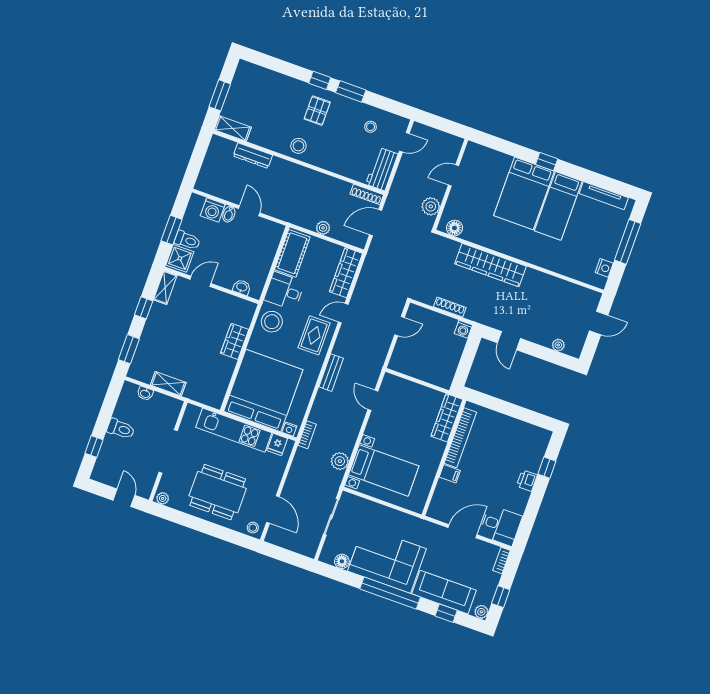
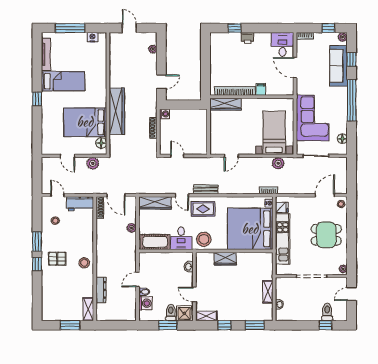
bed: (524, 193) -> (85, 122), moved, turned 180
bench: (331, 373) -> (206, 189), moved
toilet: (121, 429) -> (327, 312), moved
dining table: (218, 492) -> (326, 235), width x0.73
corner sofa: (387, 560) -> (313, 118), moved, turned 180

